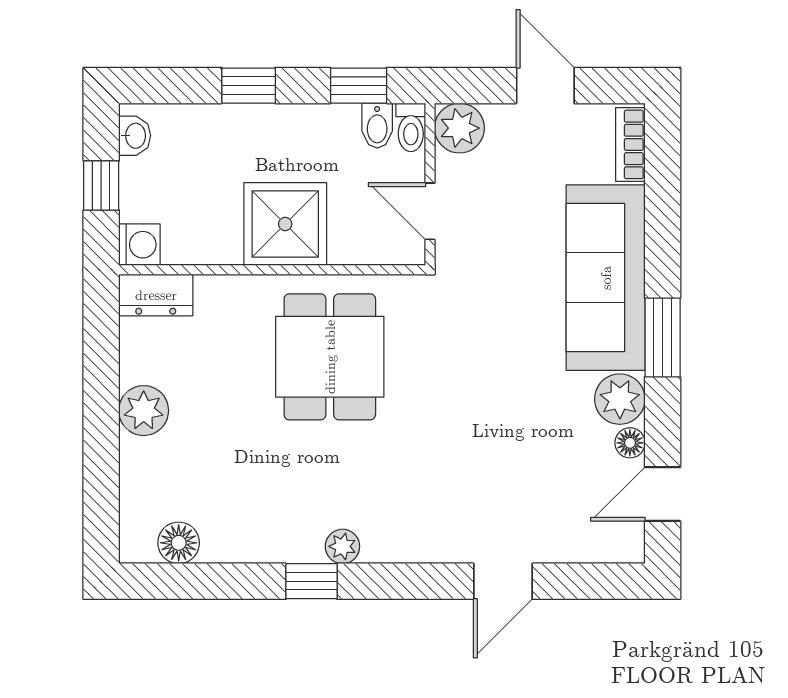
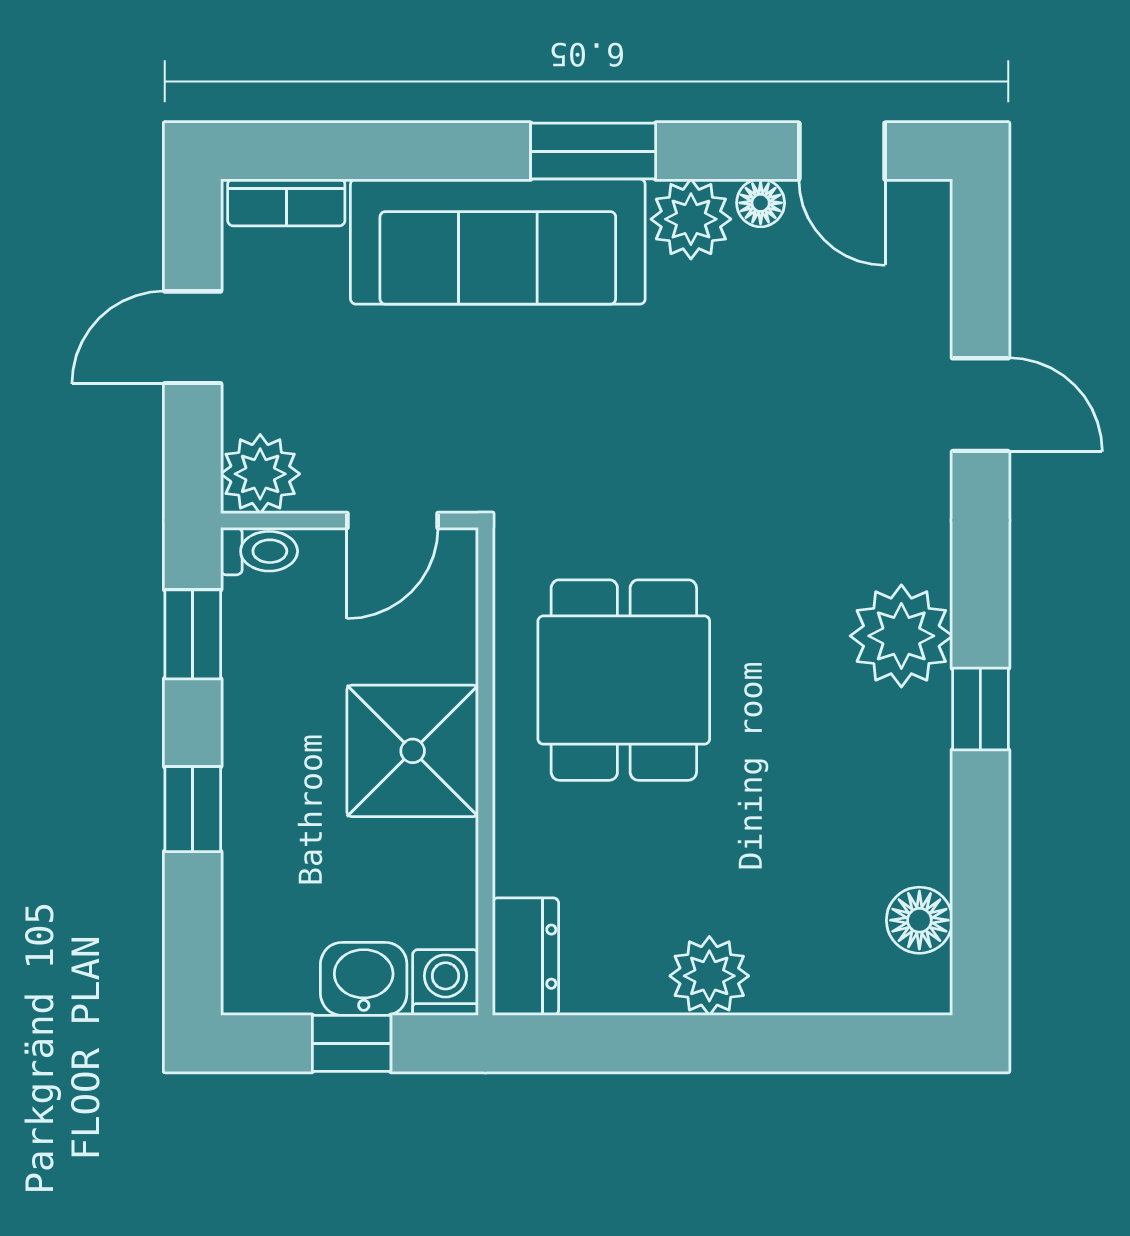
bidet: (377, 126) -> (256, 605), removed
washbasin: (135, 136) -> (364, 979), moved, width x1.38, depth x1.45
dining table: (330, 357) -> (624, 680), turned 90
plant: (342, 546) -> (901, 636), width x1.88, depth x1.88

